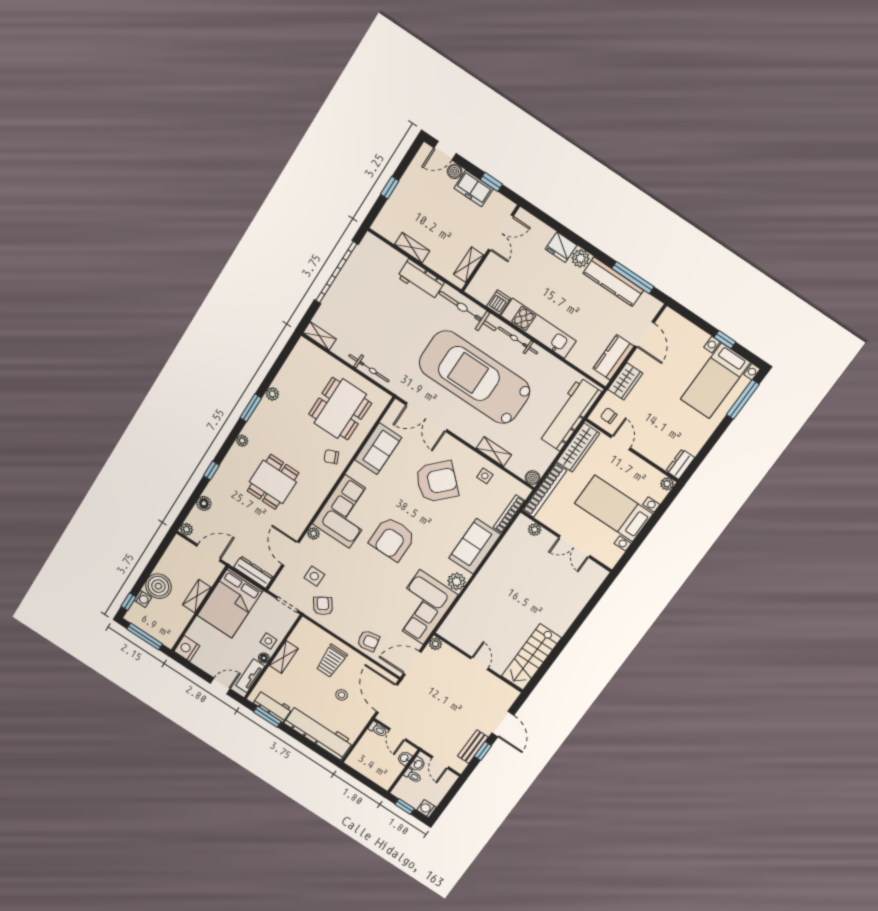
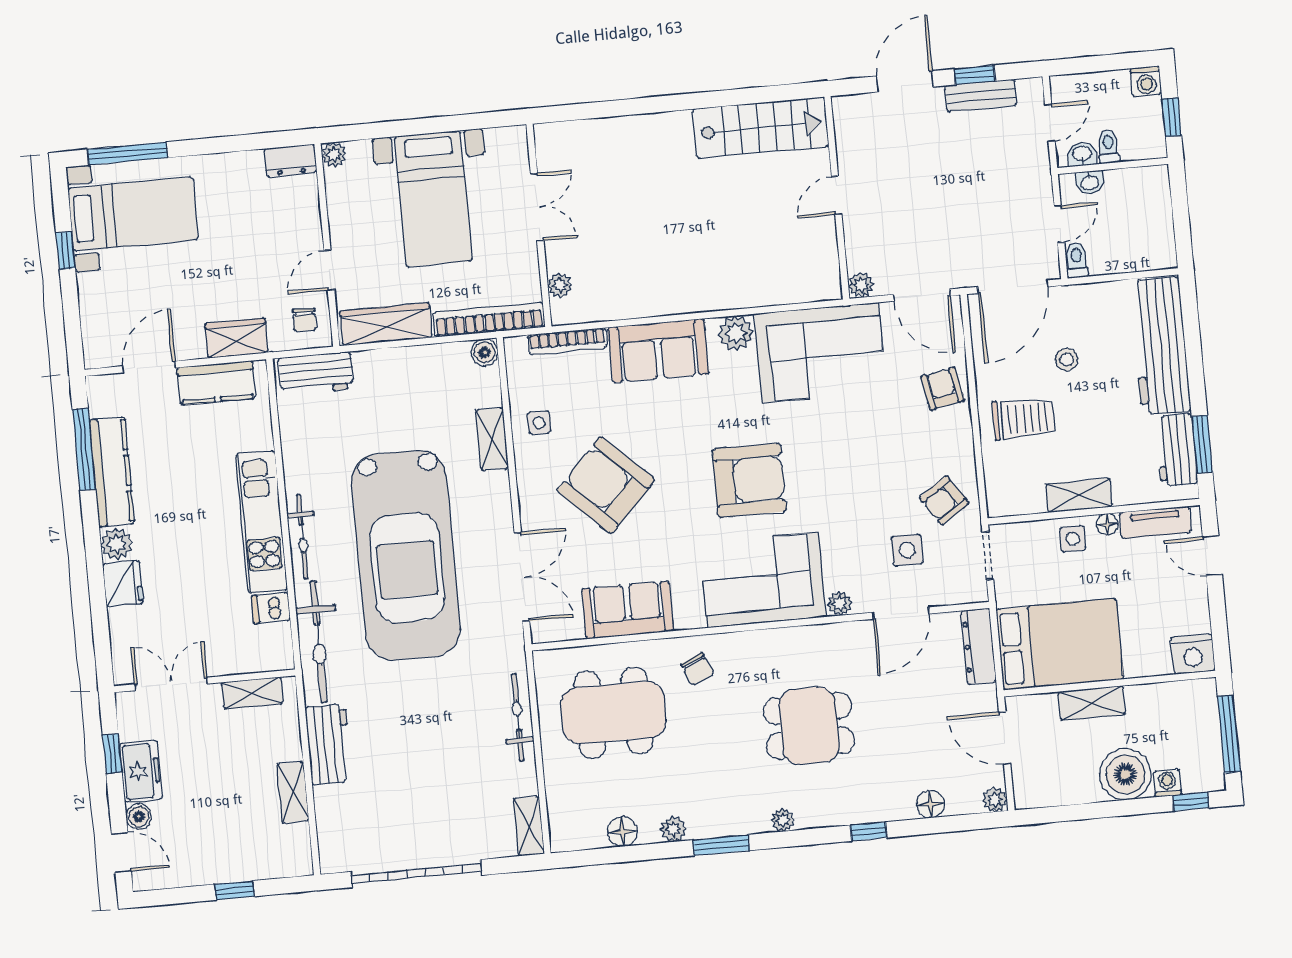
floor lamp: (287, 372) -> (622, 832), added
workbench: (570, 414) -> (316, 373), width x0.53, depth x0.76

